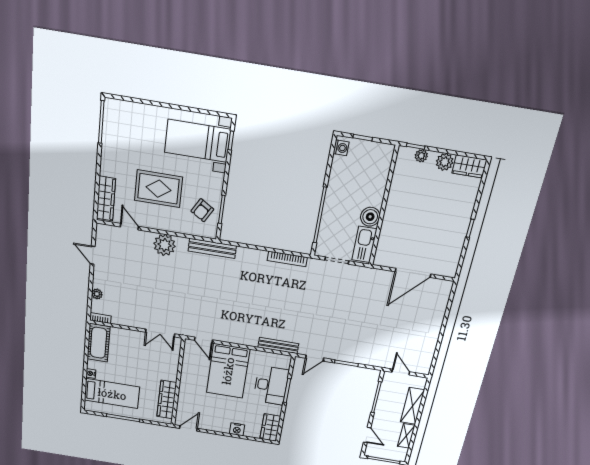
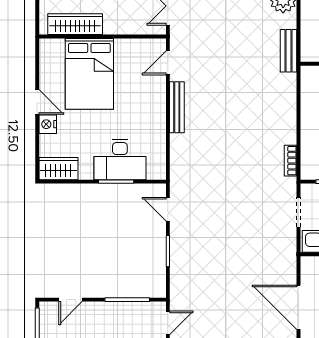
bench: (212, 248) -> (288, 51), width x0.73
bookcase: (287, 259) -> (290, 161), width x0.64
bench: (278, 346) -> (177, 107), moved
bed: (228, 371) -> (89, 74), moved, turned -90
door: (188, 428) -> (37, 102), moved

